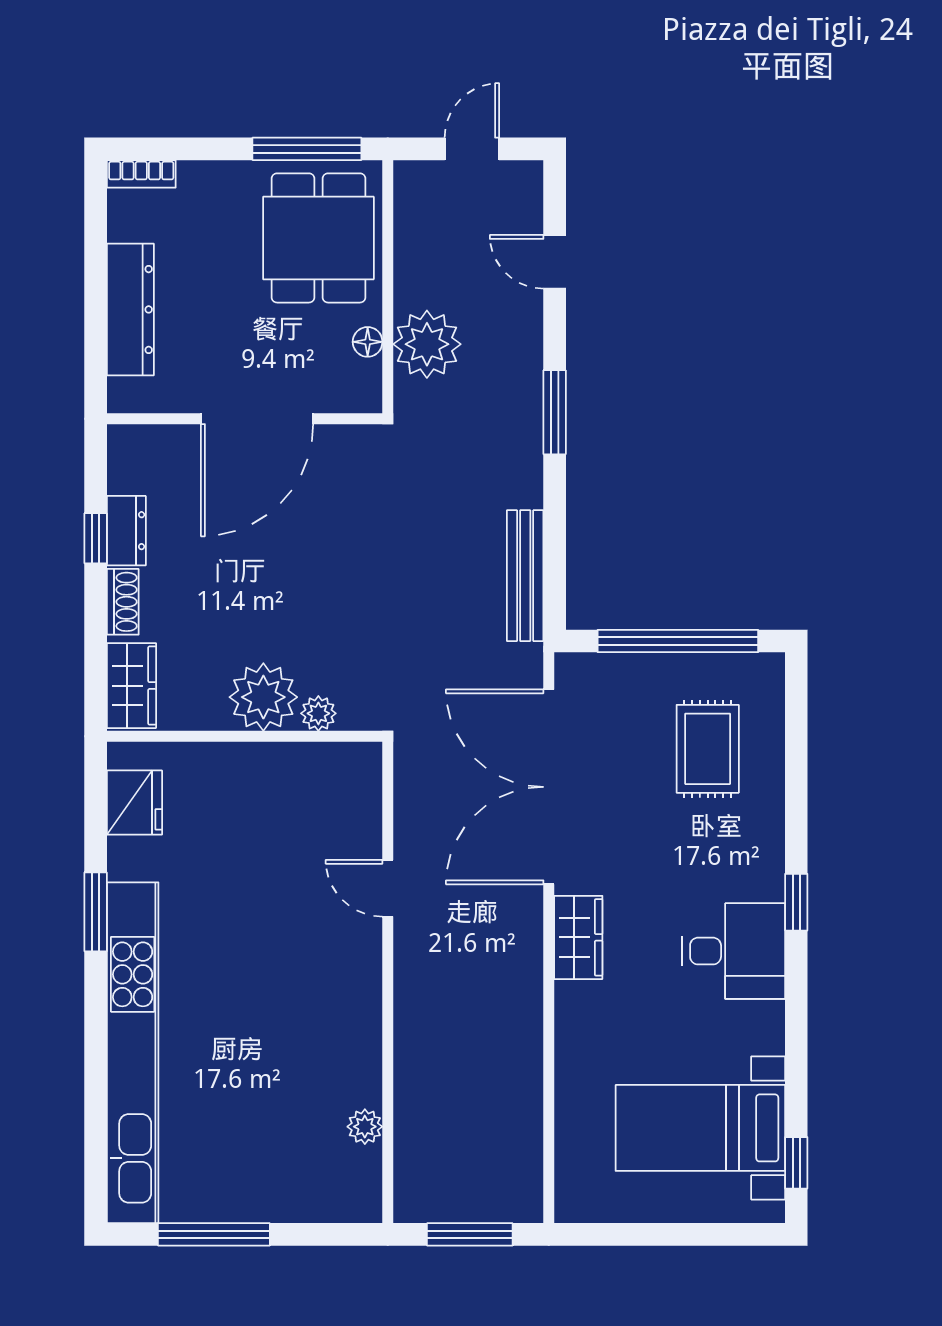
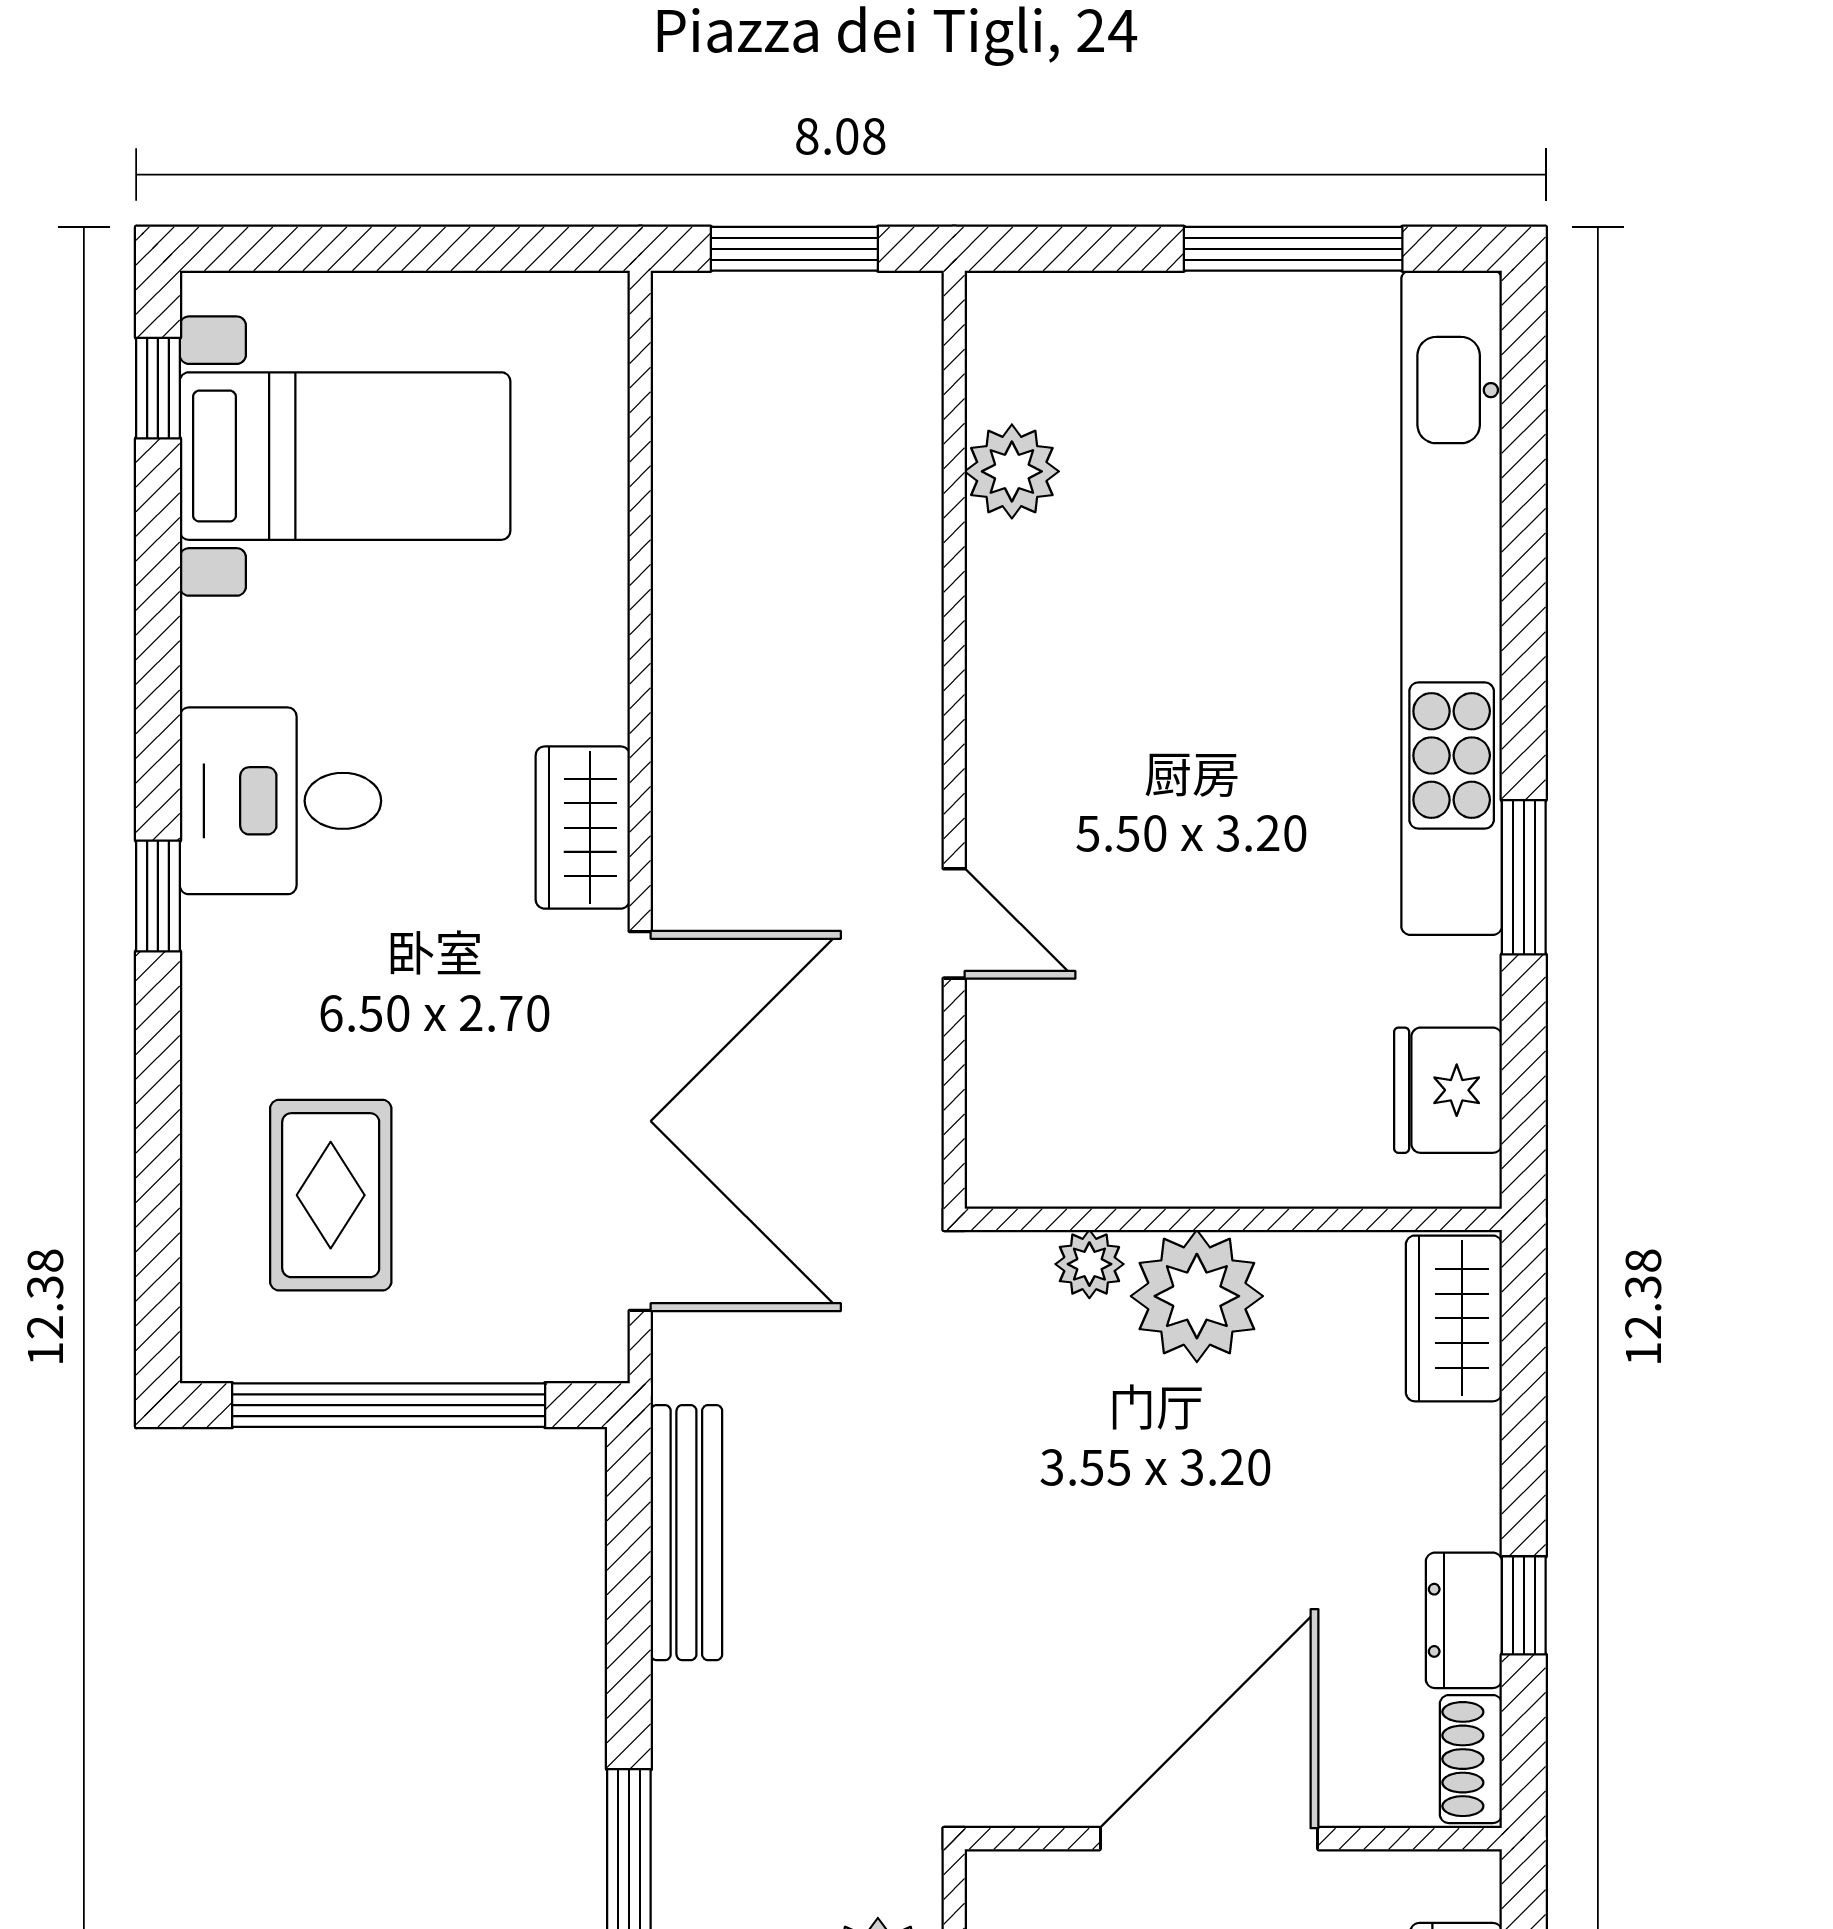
shoe rack: (123, 602) -> (1471, 1759), moved
plant: (365, 1127) -> (1012, 471), width x1.38, depth x1.38

